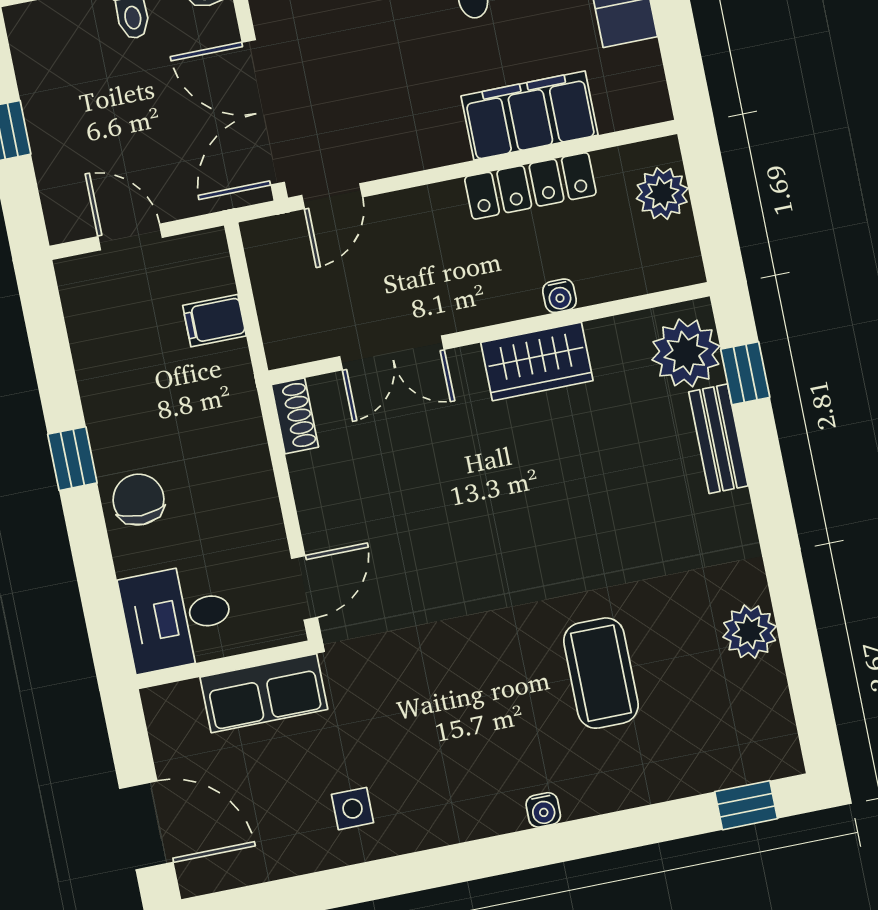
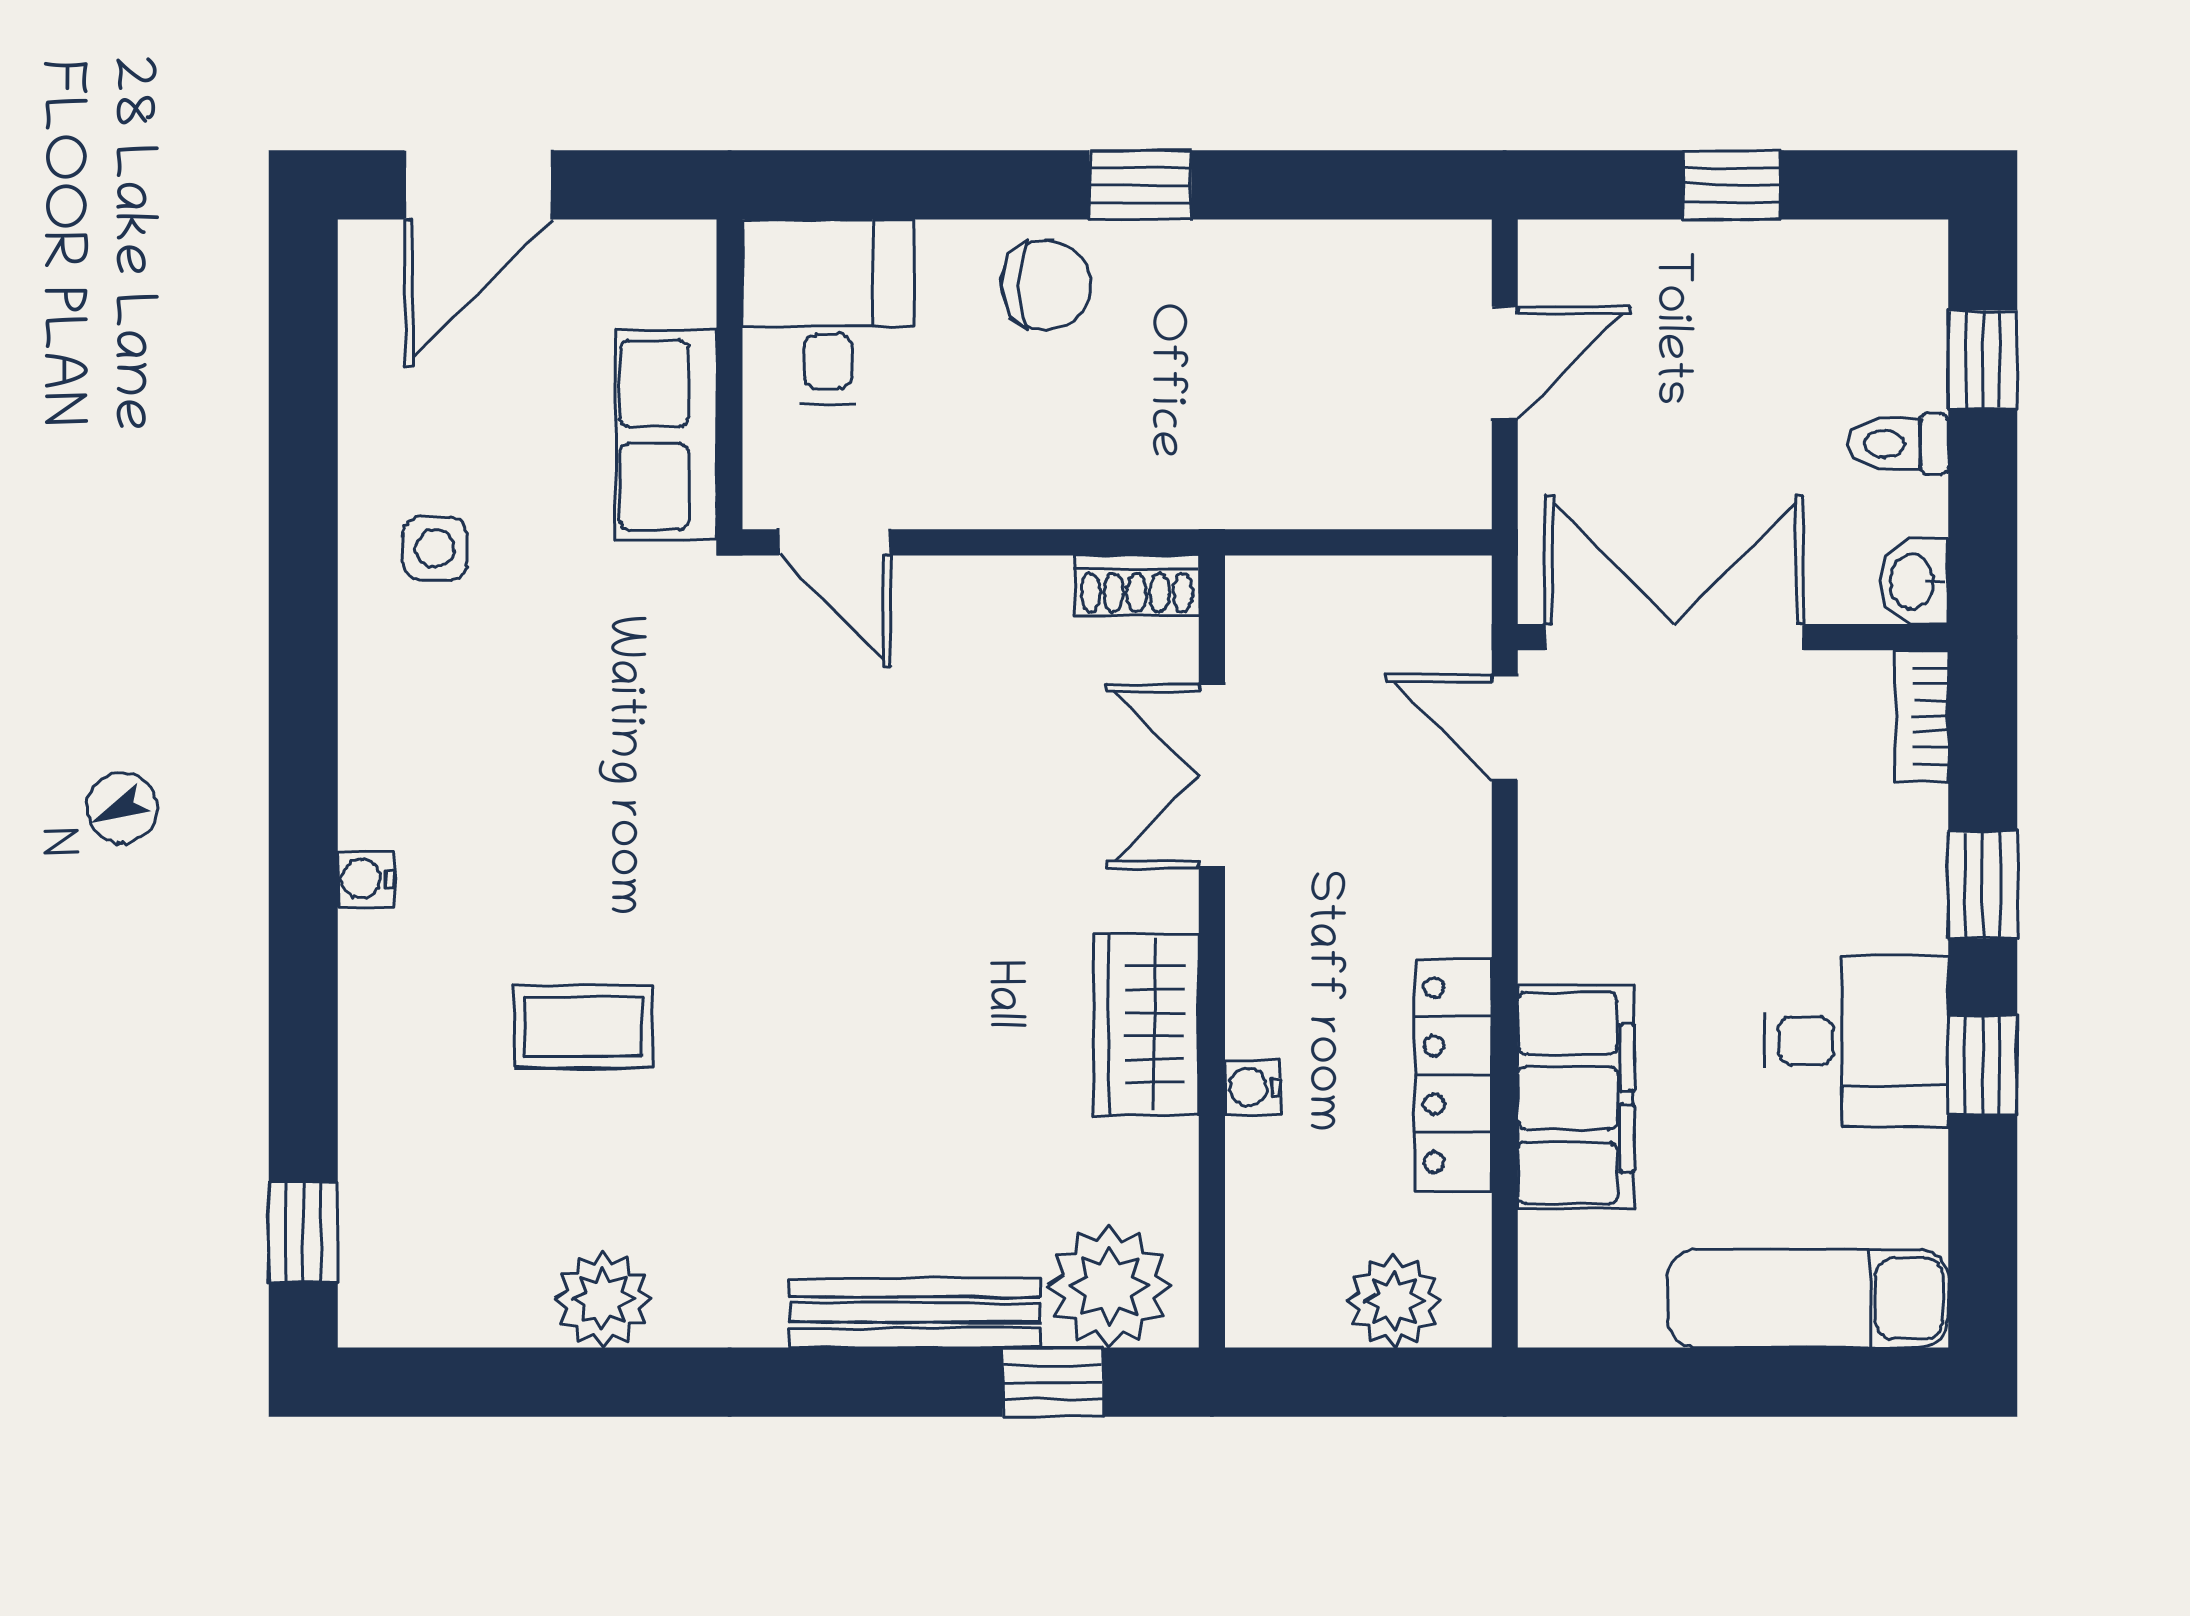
filing cabinet: (214, 321) -> (1330, 479), removed
bench: (718, 439) -> (915, 1313), width x1.36
coffee table: (601, 673) -> (583, 1027), width x0.73, depth x0.77

